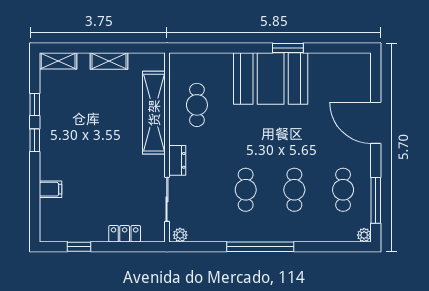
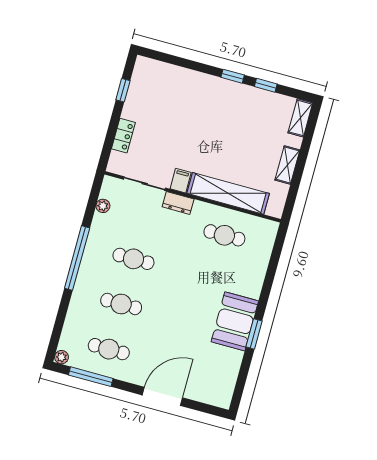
booth: (271, 78) -> (235, 321), width x0.73, depth x0.70
filing cabinet: (50, 189) -> (181, 181), moved, turned 180
plant: (180, 235) -> (103, 206), moved

